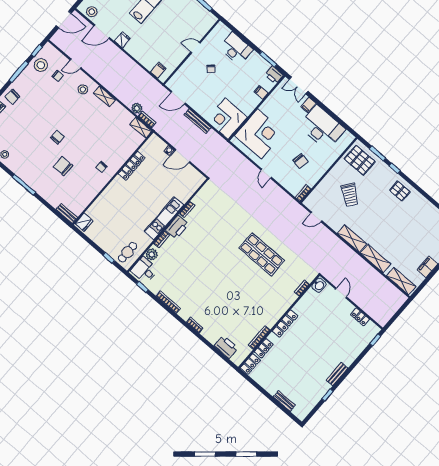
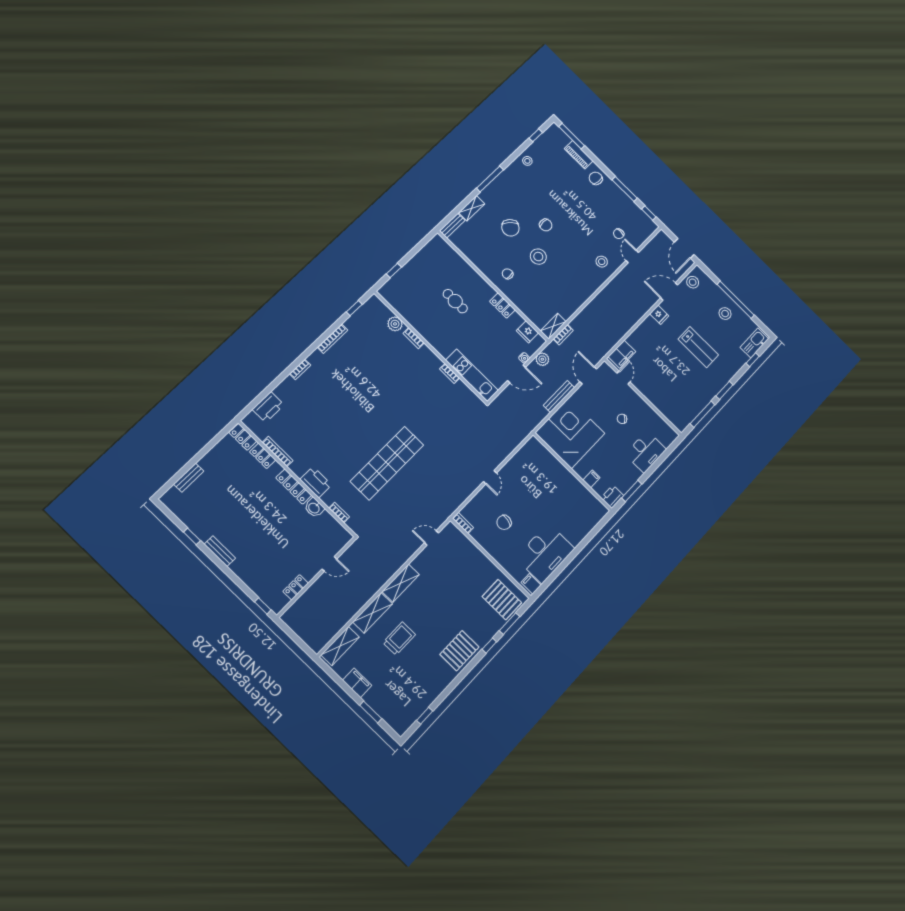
door: (102, 32) -> (669, 291), hinge flipped
door: (195, 48) -> (623, 378), moved
stool: (41, 65) -> (538, 257), moved
filing cabinet: (158, 70) -> (622, 354), width x2.00
double door: (299, 85) -> (599, 527), removed
shelving: (104, 96) -> (472, 208), moved
filing cabinet: (308, 105) -> (531, 584), moved
plant: (137, 108) -> (542, 359), moved
corner desk: (227, 119) -> (570, 433), width x1.36, depth x1.36
corner desk: (260, 134) -> (540, 473), removed
door: (182, 156) -> (517, 374), swing flipped
pallet: (360, 160) -> (502, 600), turned 90
chair: (63, 166) -> (510, 228), turned 132
locker: (132, 166) -> (502, 306), width x0.66
door: (266, 174) -> (490, 477), swing flipped
pallet: (400, 191) -> (459, 651), width x1.50, depth x1.42
trolley: (350, 195) -> (399, 639), moved, turned 143
door: (316, 217) -> (432, 538), hinge flipped
kitchen unit: (164, 218) -> (472, 375), moved
fridge: (84, 222) -> (527, 332), moved
printer: (177, 227) -> (316, 482), moved, turned 180
cafe table: (127, 252) -> (455, 301), moved
shop shelf: (262, 254) -> (387, 463), width x1.40
desk: (144, 270) -> (376, 313), removed
washbasin: (319, 285) -> (314, 508), moved

